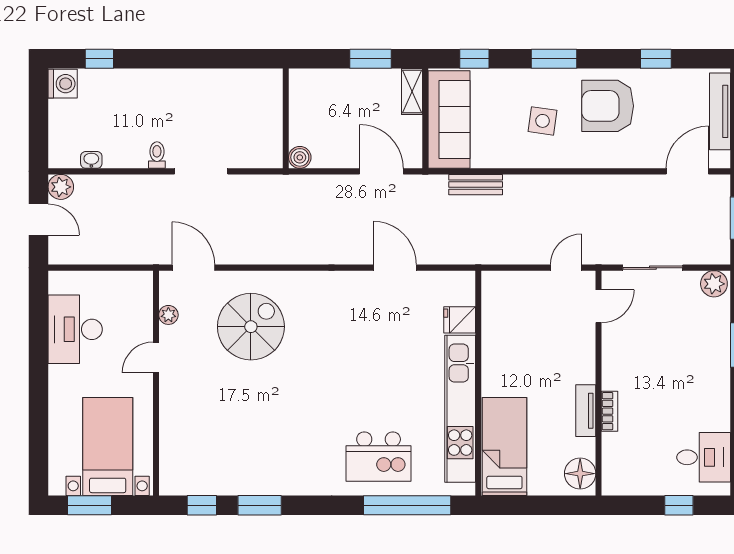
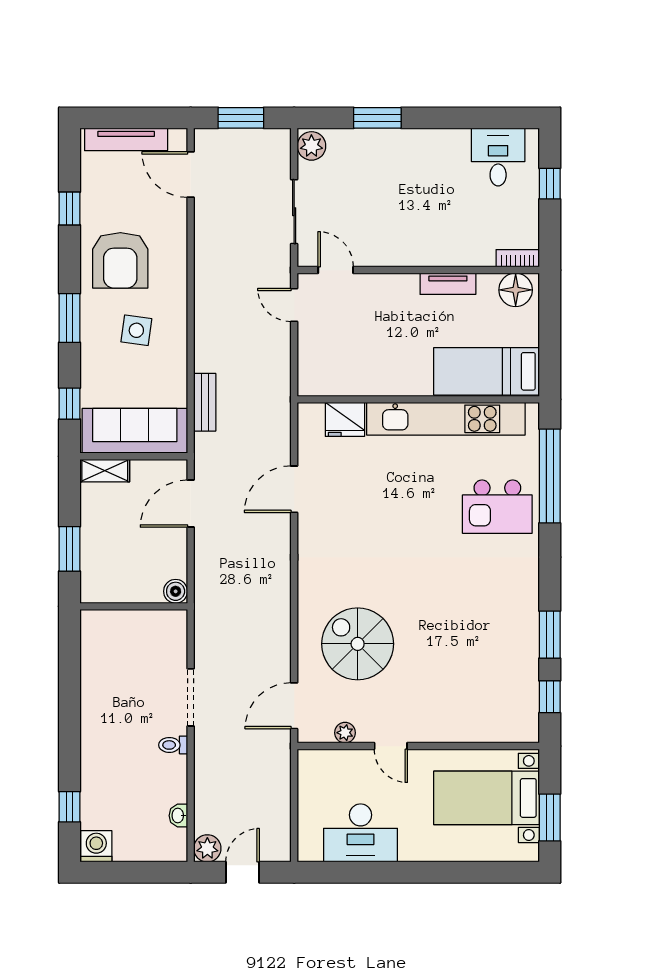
window: (370, 59) -> (70, 549), moved
fridge: (460, 320) -> (345, 419), width x1.38
bookcase: (610, 411) -> (518, 258), moved
kitchen island: (379, 457) -> (497, 507), turned 90

